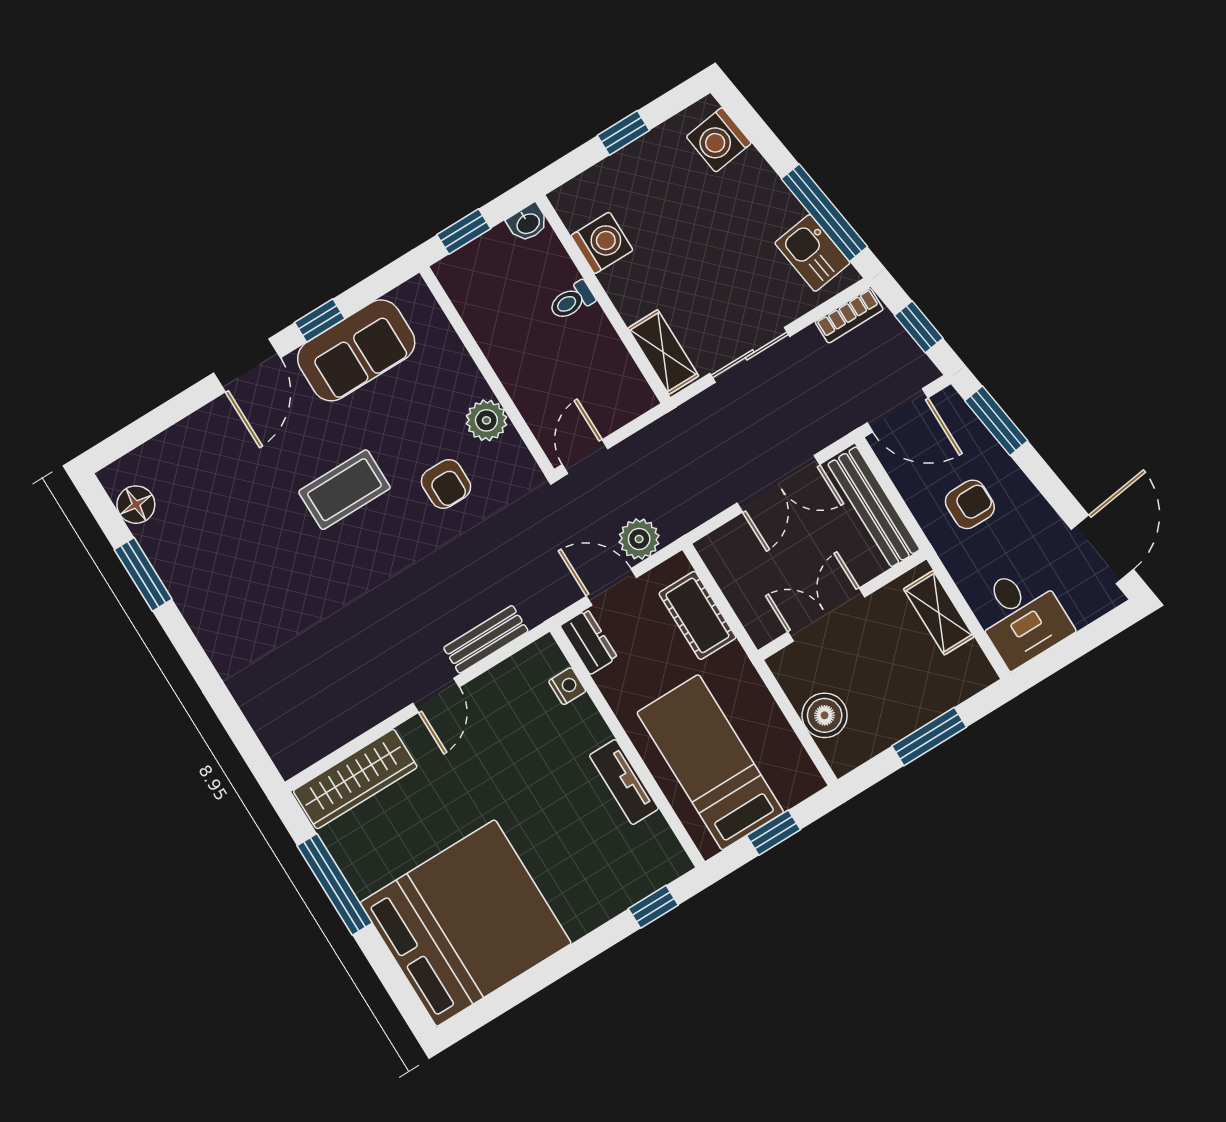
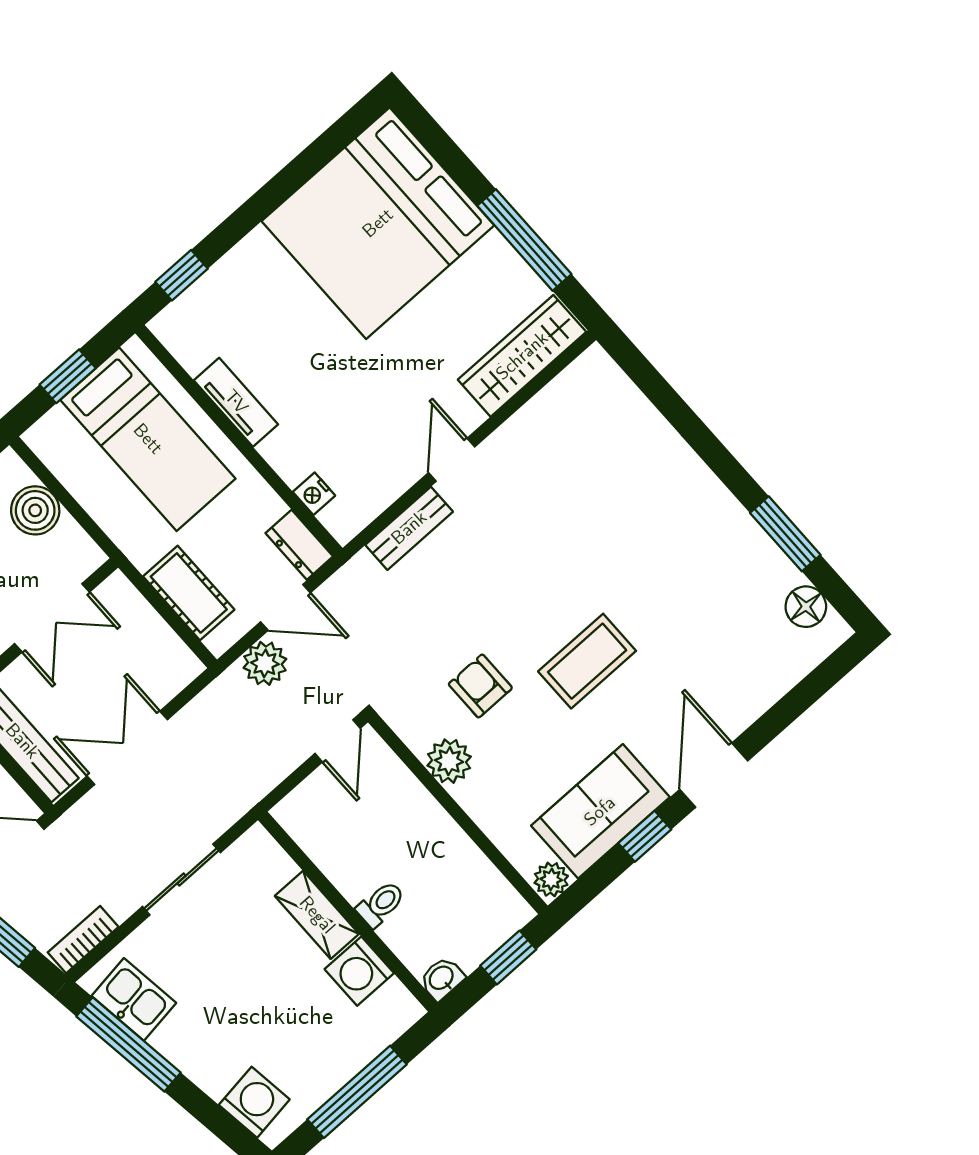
window: (623, 133) -> (357, 1092), width x2.17
plant: (412, 296) -> (551, 879), added
shelving: (663, 352) -> (317, 915), moved

